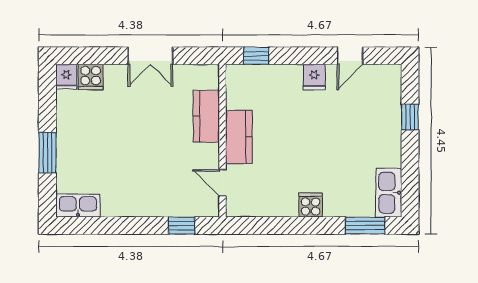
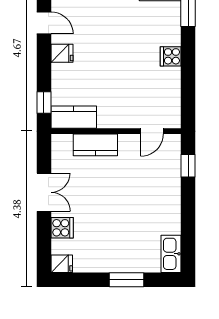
cooker: (91, 77) -> (62, 228), moved
kitchen counter: (239, 137) -> (74, 117), moved

